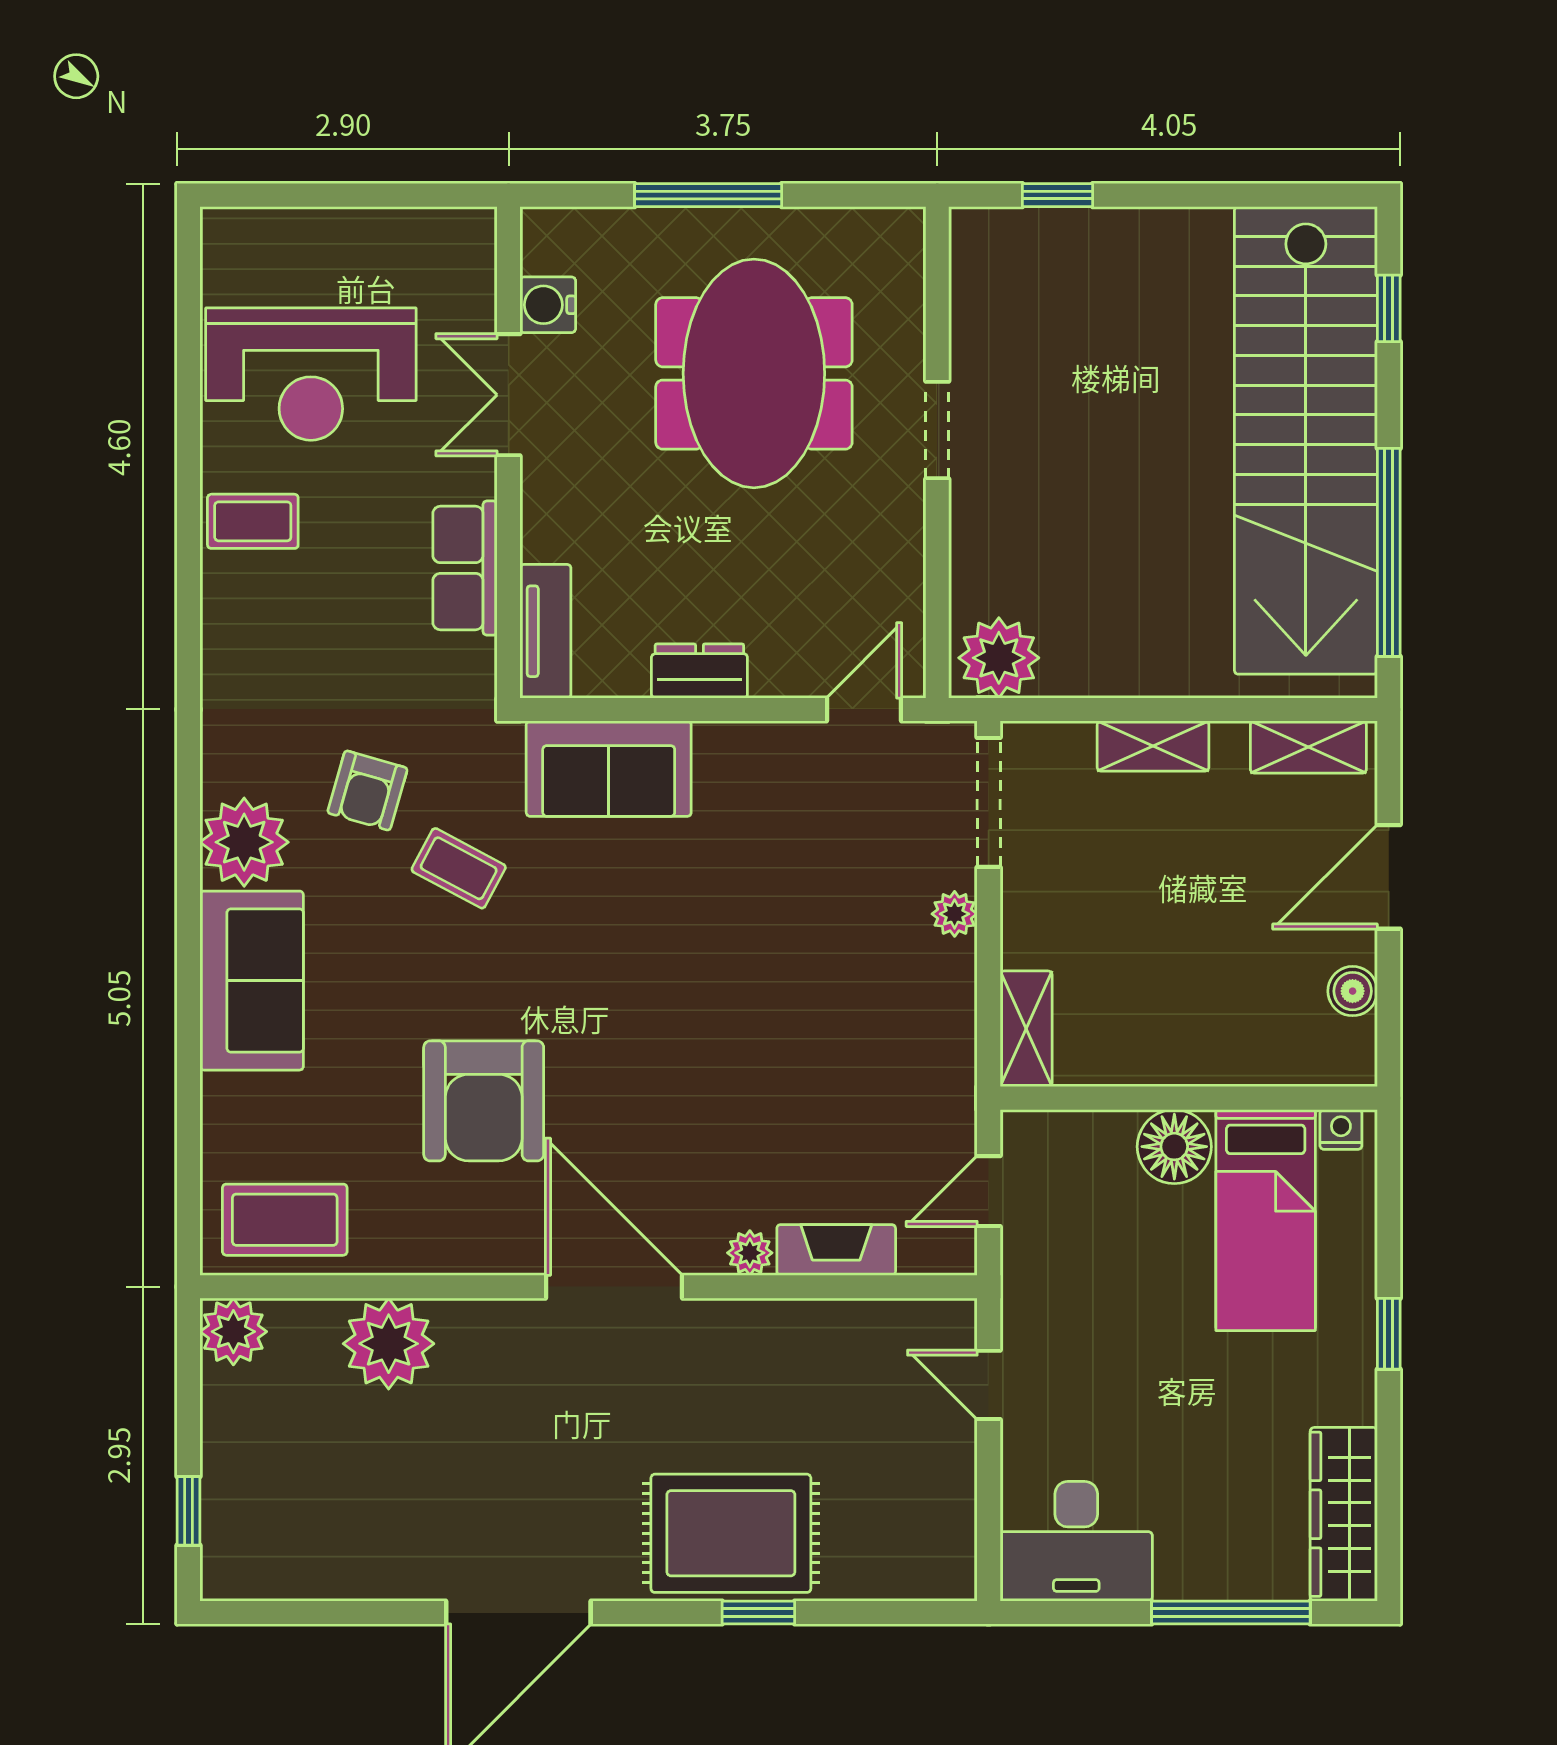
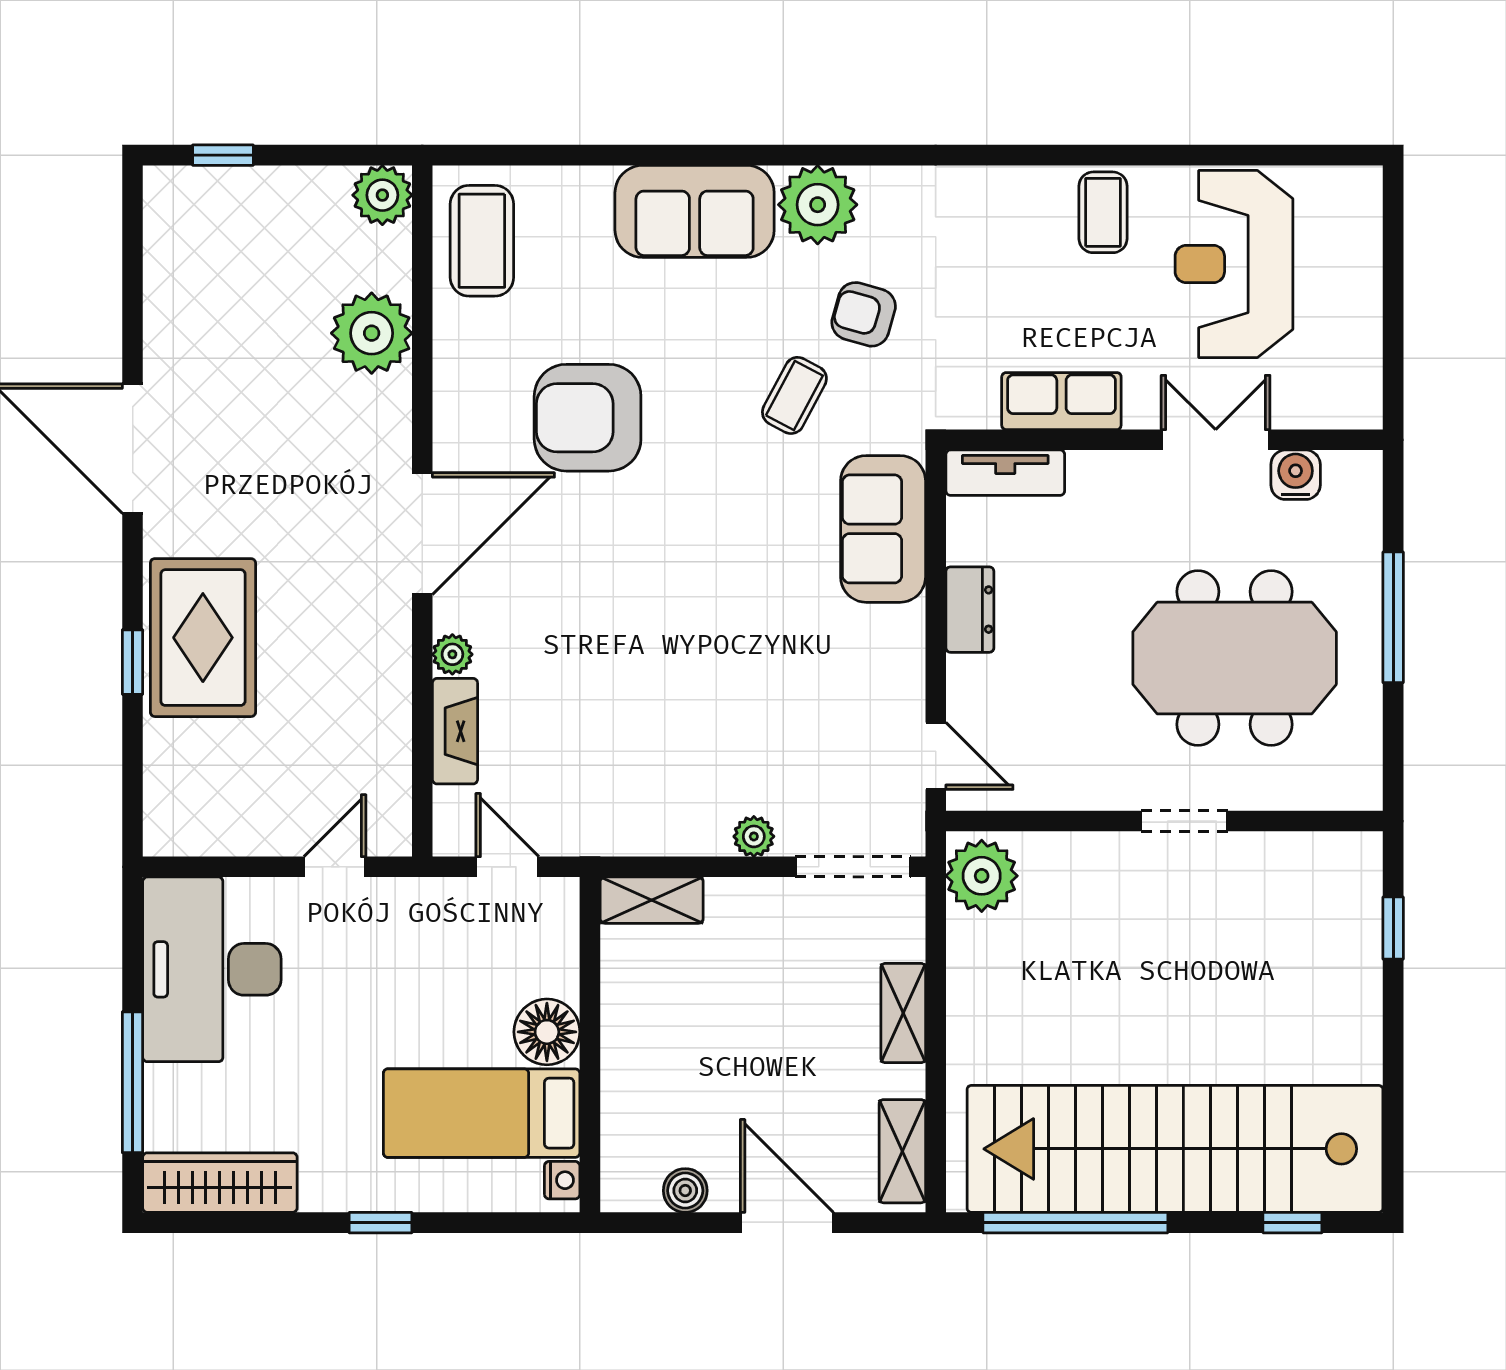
desk: (1076, 1541) -> (212, 969), width x1.36, depth x1.30

